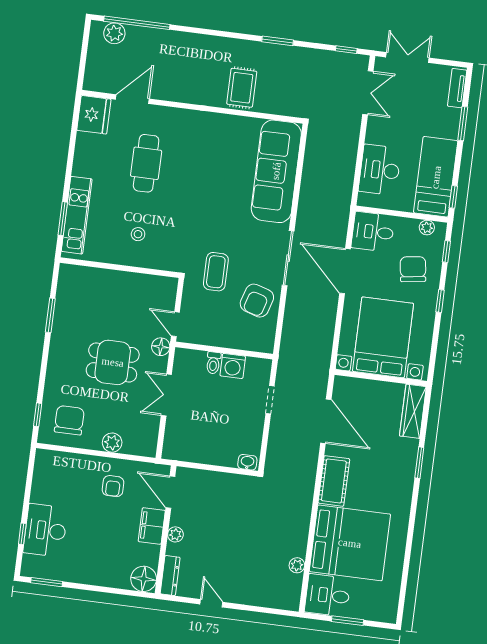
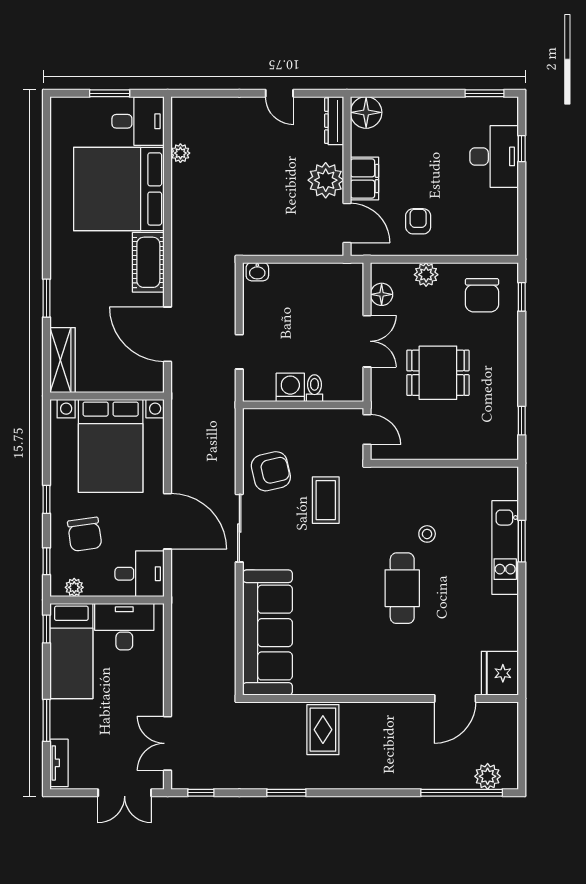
cafe table: (146, 163) -> (402, 588), moved
desk: (380, 170) -> (124, 627), moved, turned -90
wall: (120, 268) -> (444, 463), moved
armchair: (257, 301) -> (271, 471), turned 60
window: (50, 315) -> (522, 421), width x0.67
floor lamp: (161, 347) -> (382, 294), moved
plant: (175, 534) -> (326, 180), width x1.88, depth x1.88

